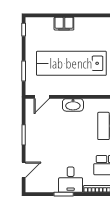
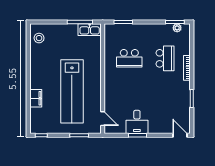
washbasin: (73, 105) -> (110, 90), removed
door: (24, 170) -> (180, 135), moved
desk: (71, 180) -> (137, 122), moved, turned 90

